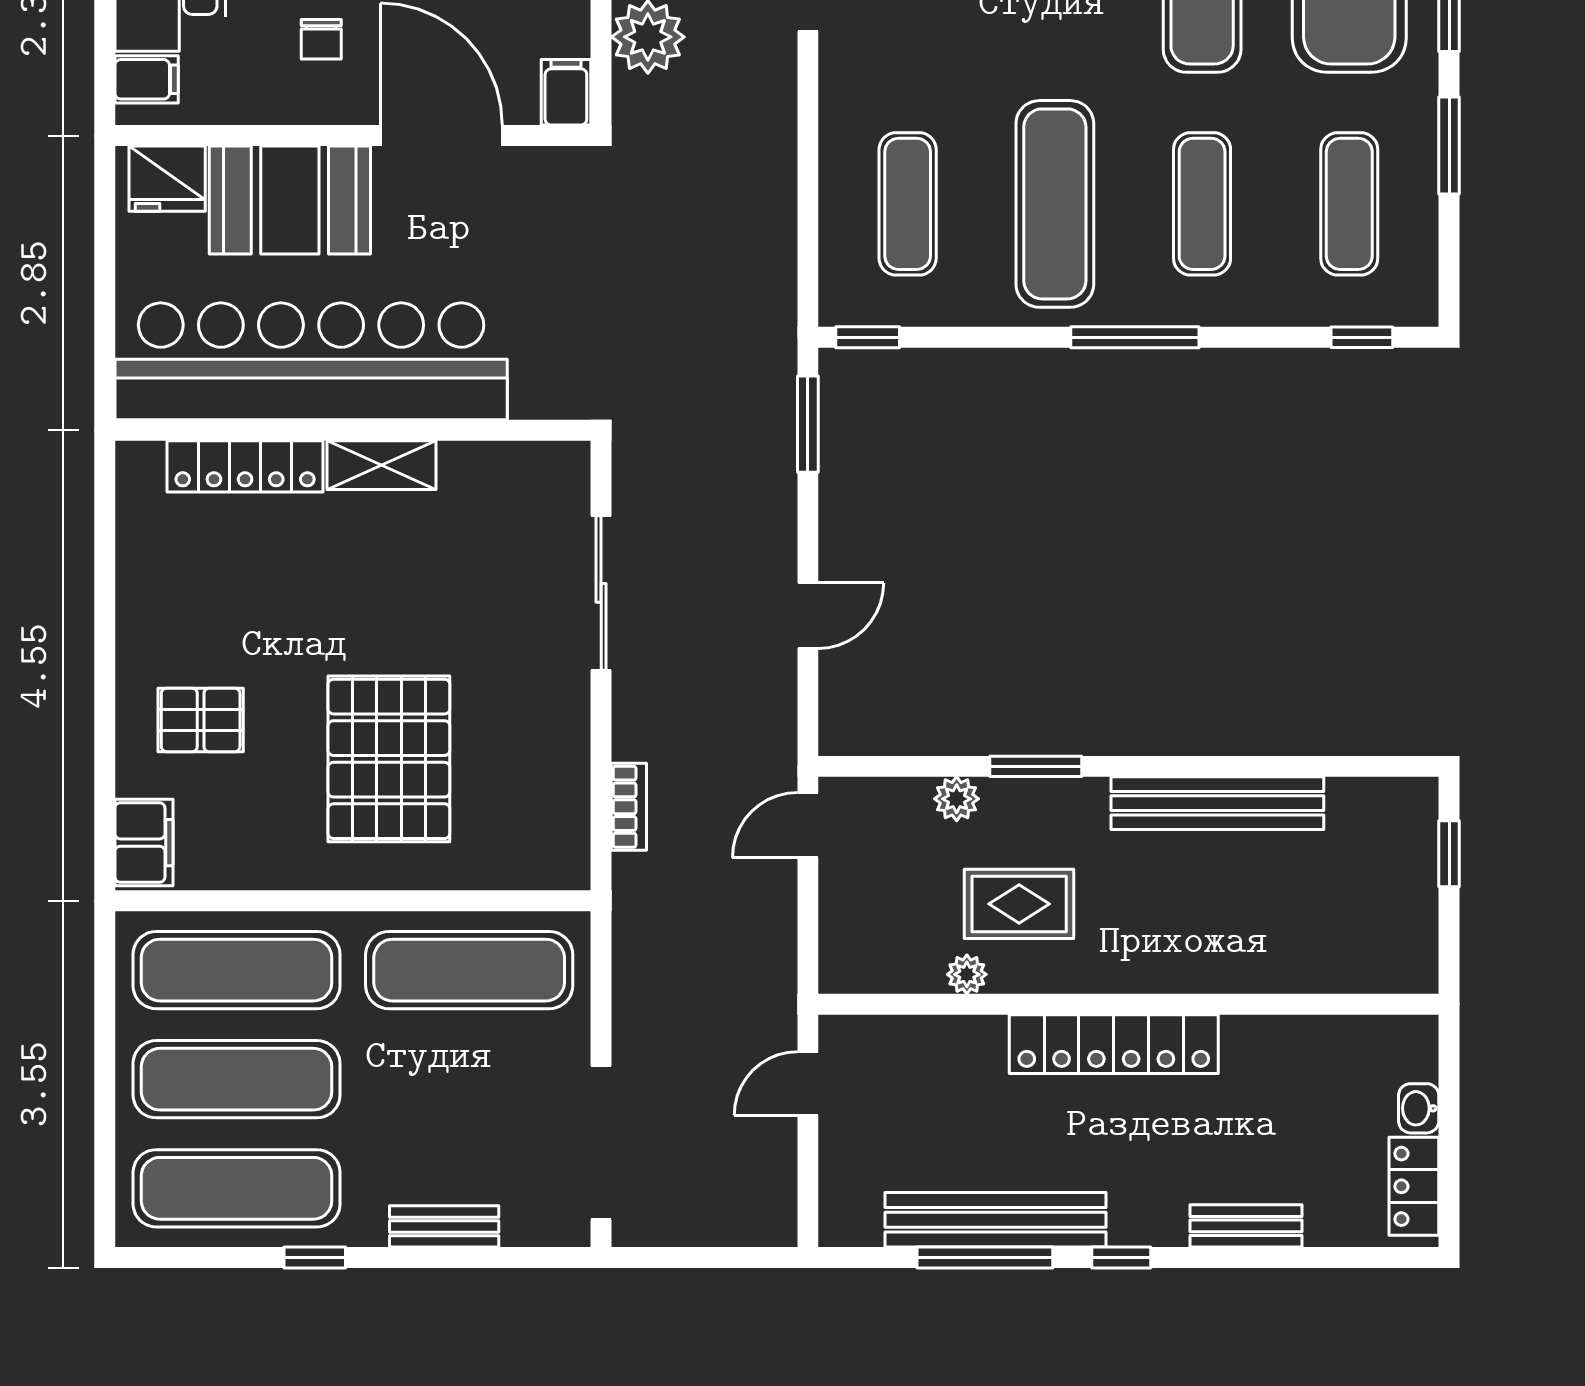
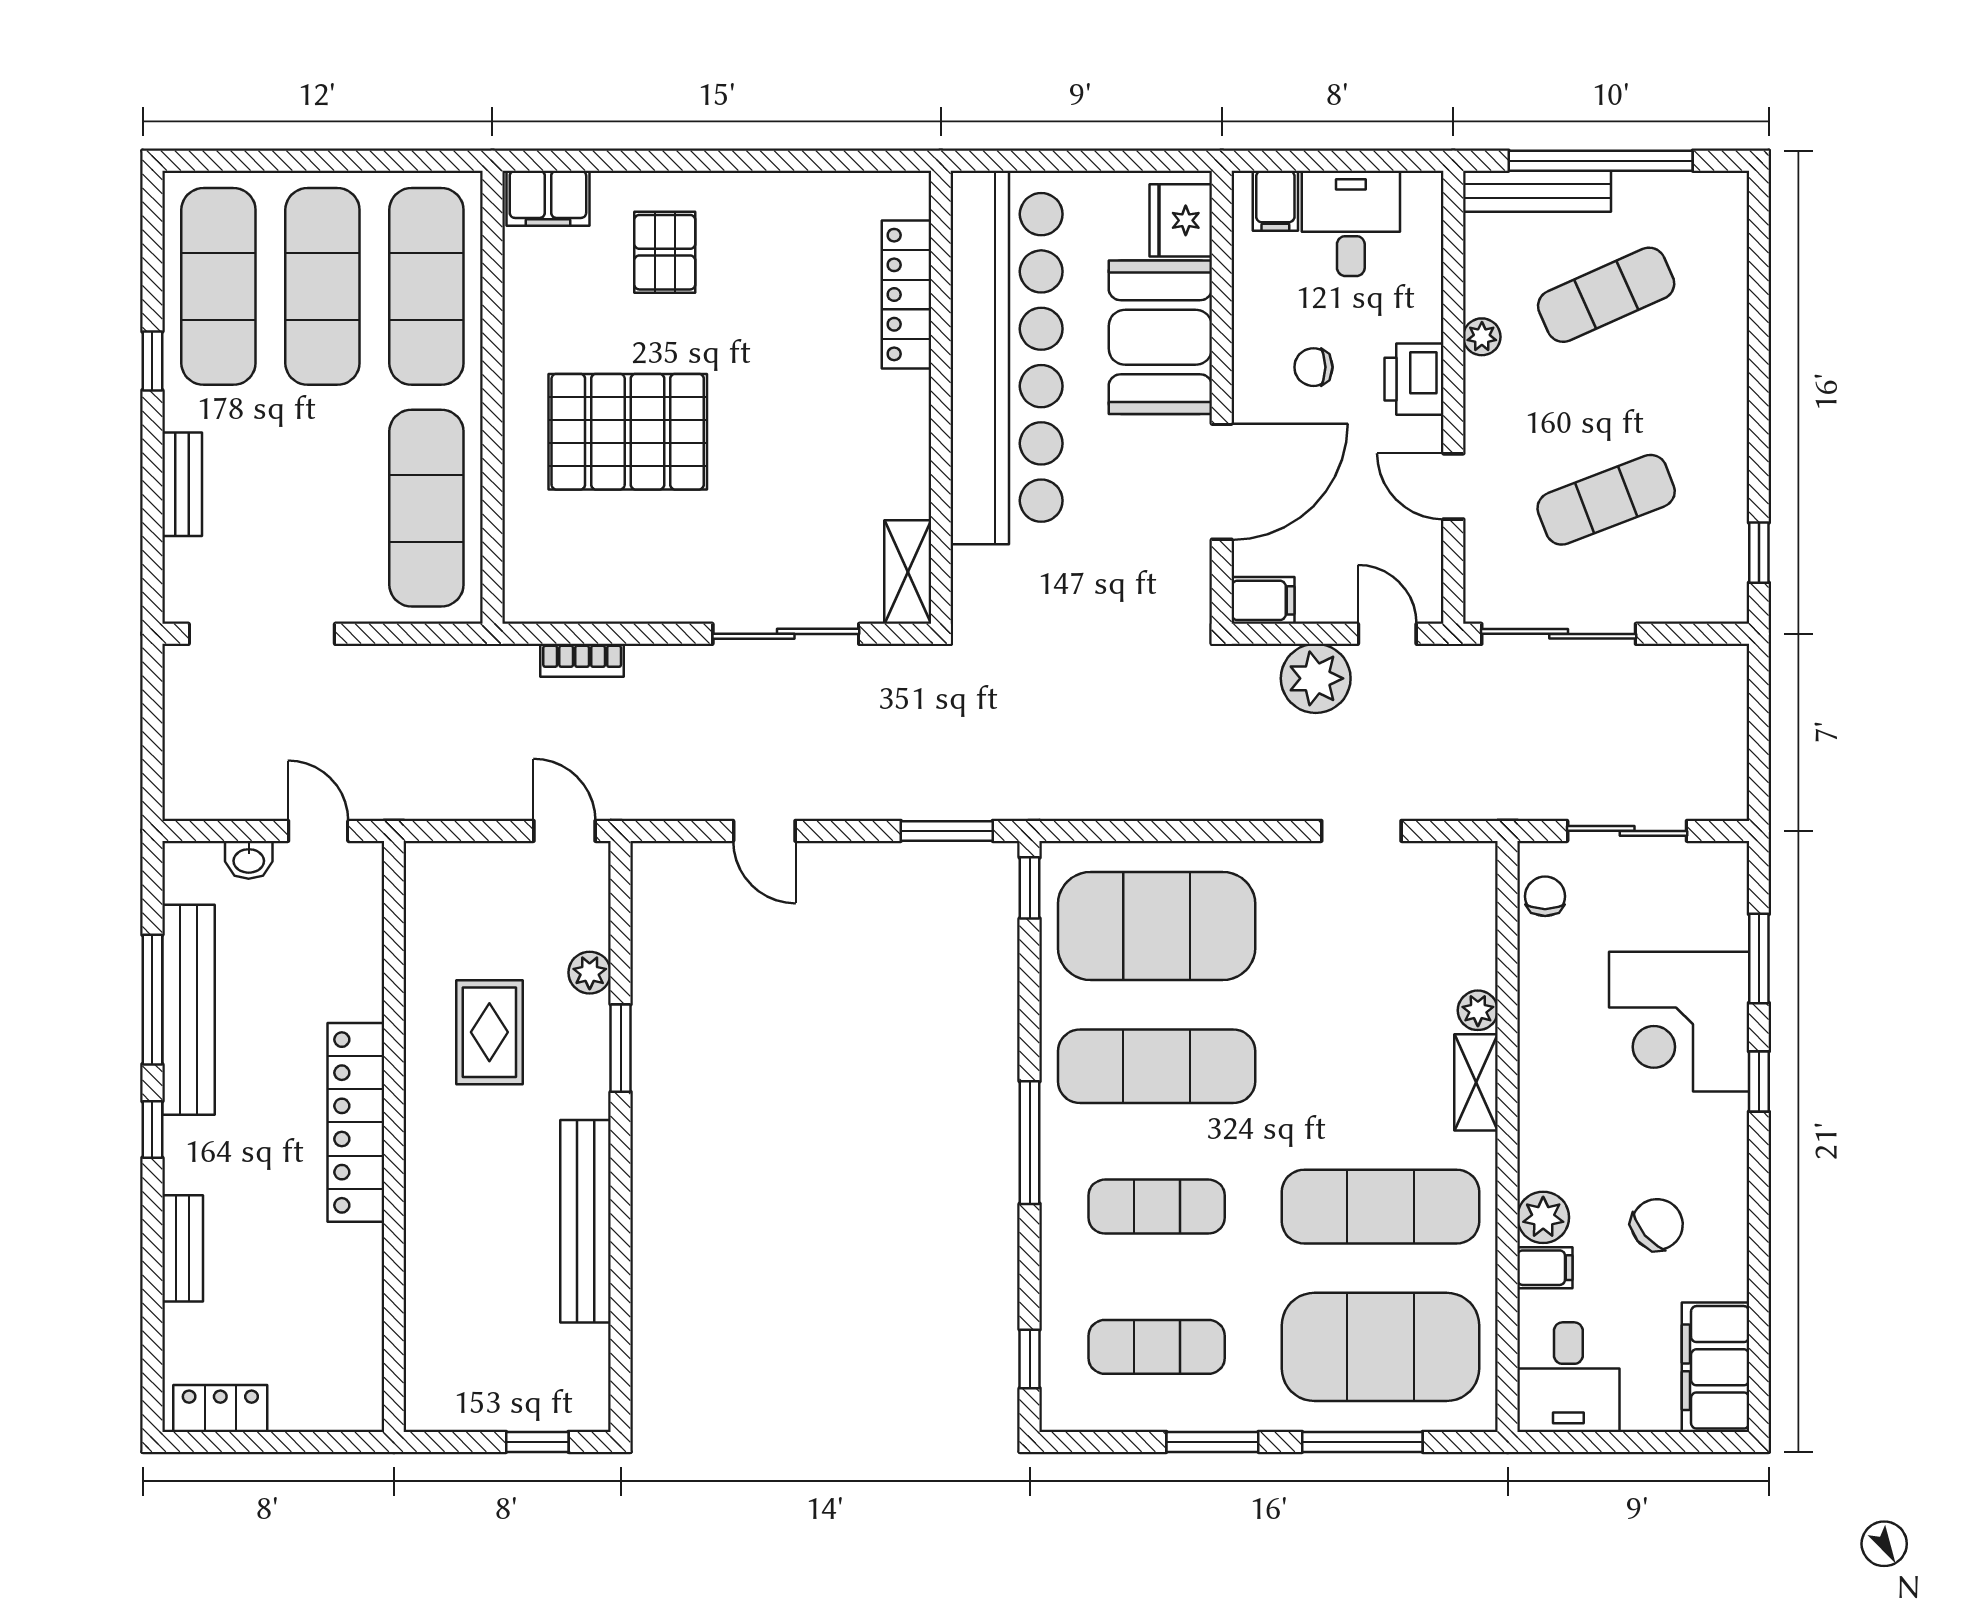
exercise mat: (908, 204) -> (1157, 926), width x2.00, depth x1.45
shelving: (382, 465) -> (908, 572), moved
plant: (967, 974) -> (422, 982), removed
washbasin: (1419, 1108) -> (249, 860), moved, turned 180

